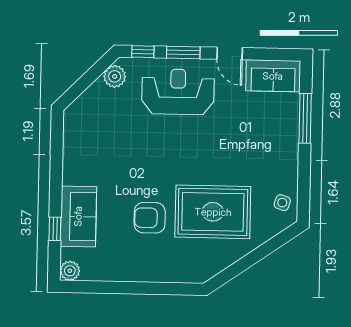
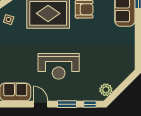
reception desk: (178, 92) -> (59, 66), moved

